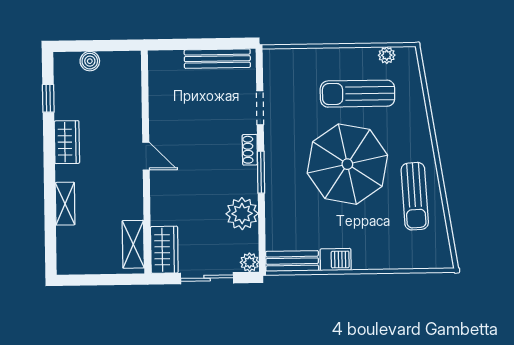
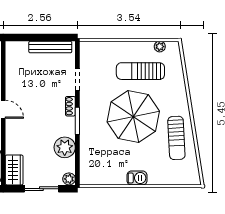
barbecue: (336, 260) -> (137, 178), moved
bench: (292, 261) -> (97, 179), removed

